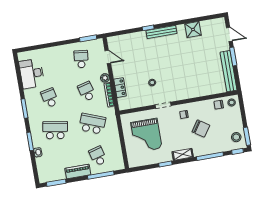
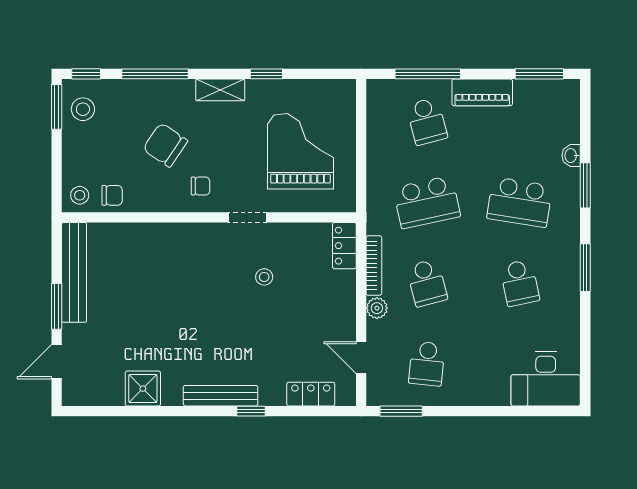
door: (229, 34) -> (57, 362), hinge flipped
locker: (125, 39) -> (311, 394), added
desk: (32, 74) -> (546, 379), moved, turned 90
locker: (120, 88) -> (344, 246), moved
school desk: (92, 124) -> (427, 202), turned -33

